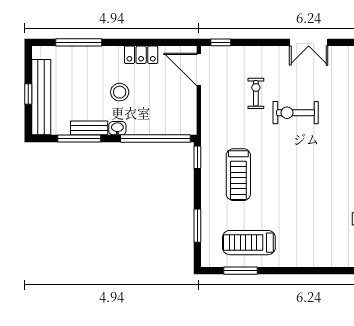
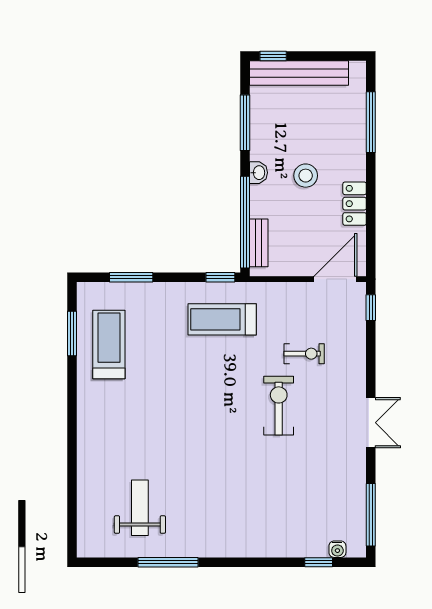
double door: (309, 42) -> (371, 423), swing flipped
window: (28, 94) -> (273, 56), moved
bench: (89, 128) -> (259, 243), moved
treadmill: (238, 175) -> (222, 319), moved

